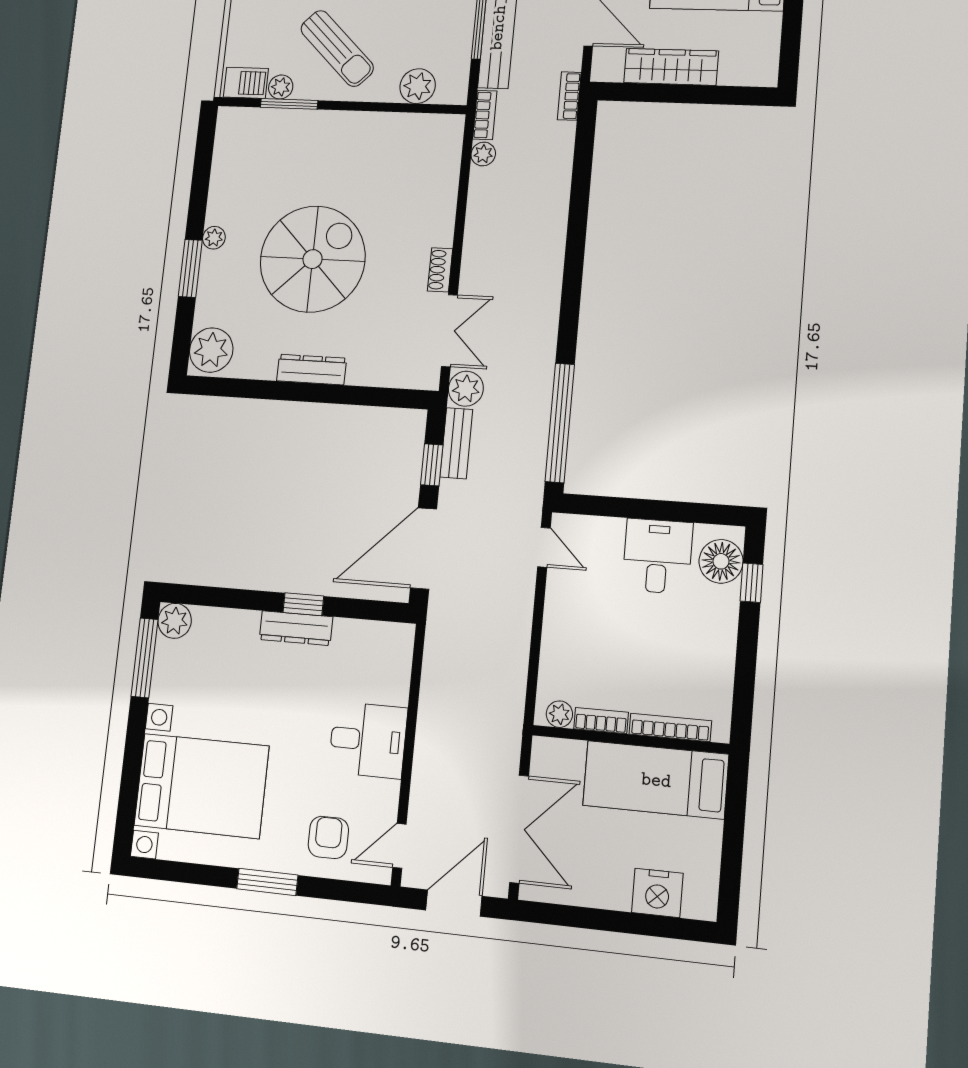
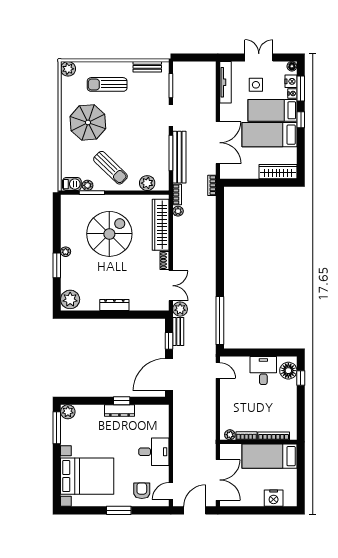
wardrobe: (671, 67) -> (278, 172), moved
wardrobe: (439, 185) -> (161, 225), added
spiral stairs: (313, 259) -> (109, 234), moved

